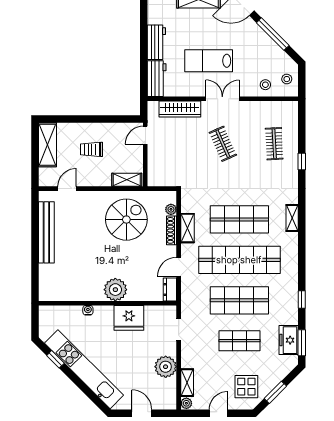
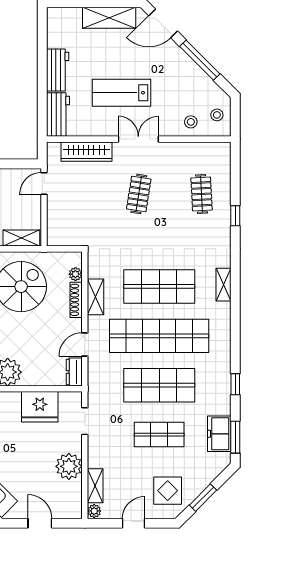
clothes rail: (223, 144) -> (139, 194), turned 33
fridge: (129, 318) -> (40, 407), moved

